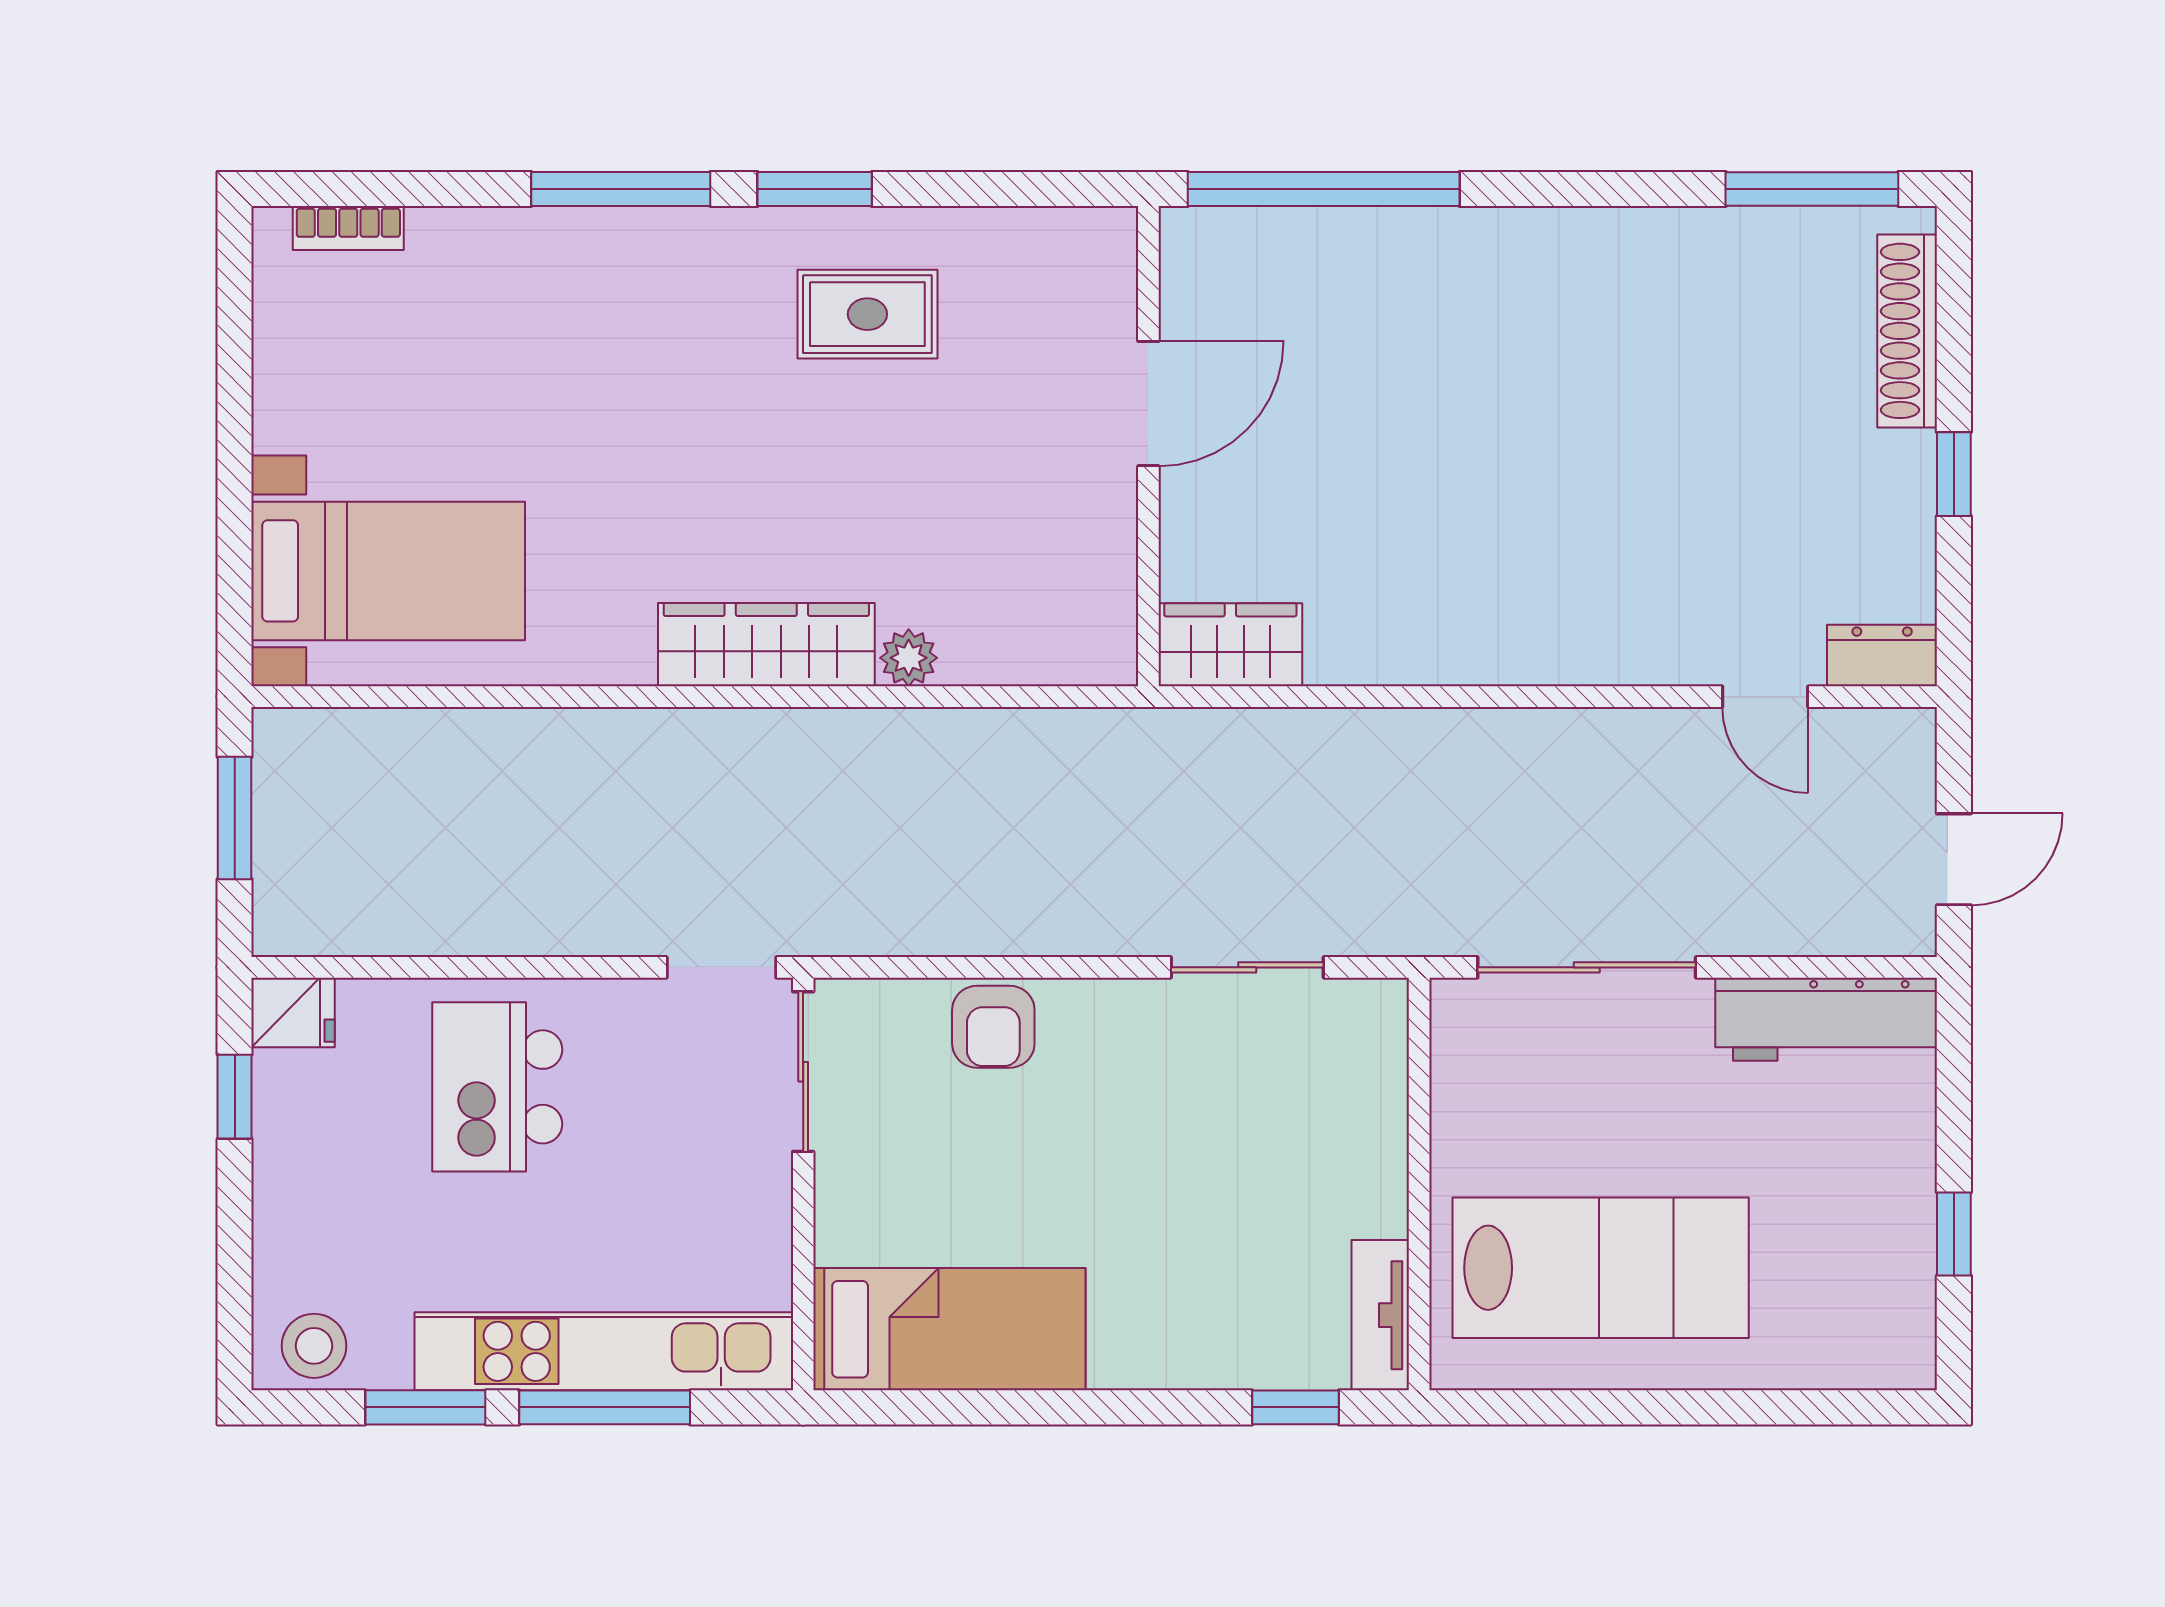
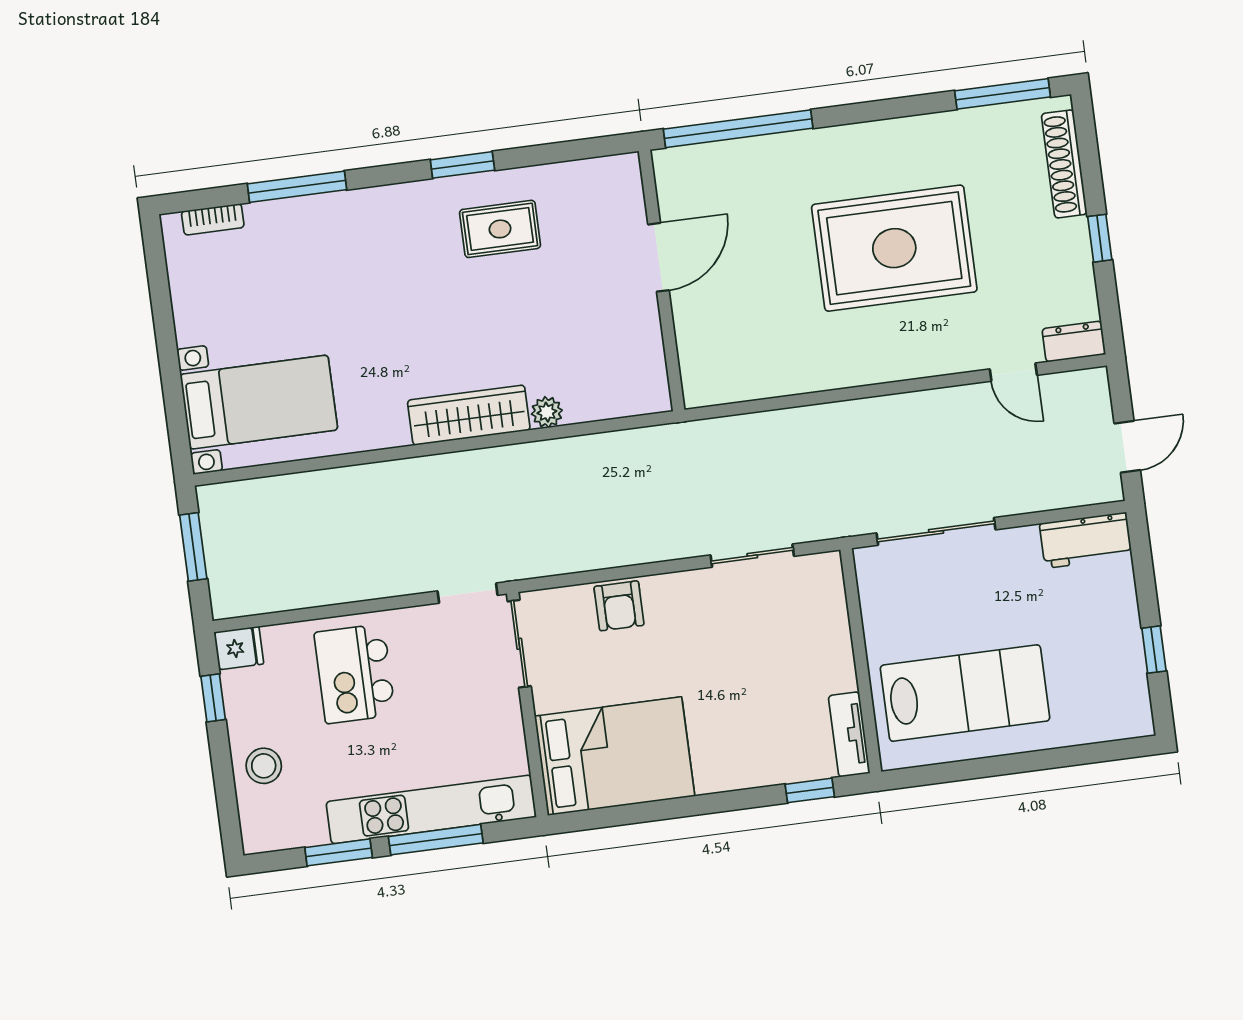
window: (621, 189) -> (297, 187), moved
rug: (1579, 443) -> (894, 248), added
wardrobe: (1230, 645) -> (720, 382), removed
workbench: (1826, 1019) -> (1086, 540), width x0.73
bed: (949, 1329) -> (615, 756), width x1.50
stool: (314, 1346) -> (264, 766), moved

